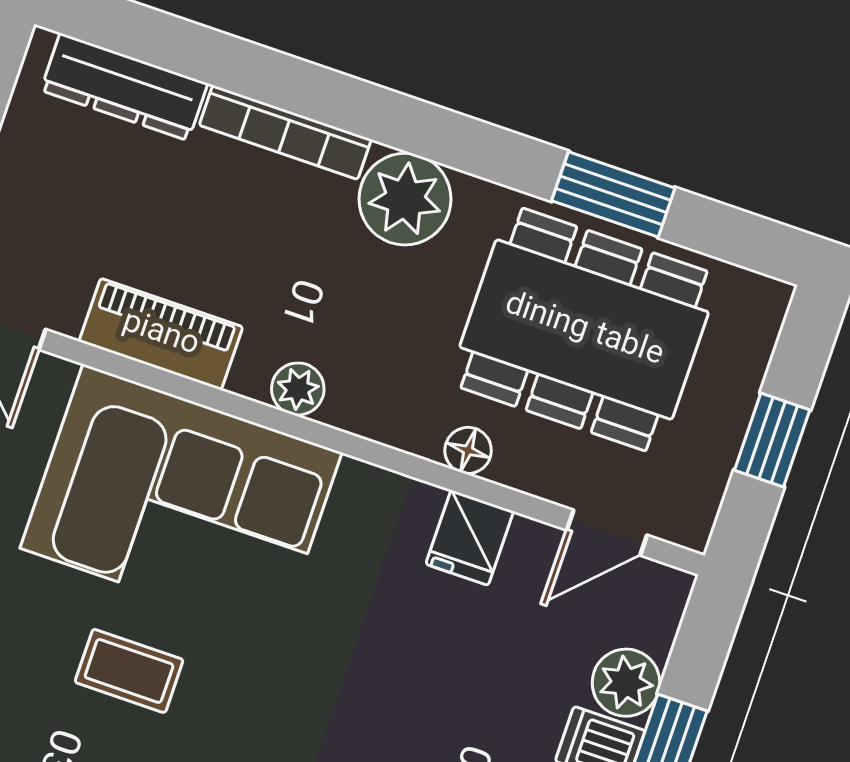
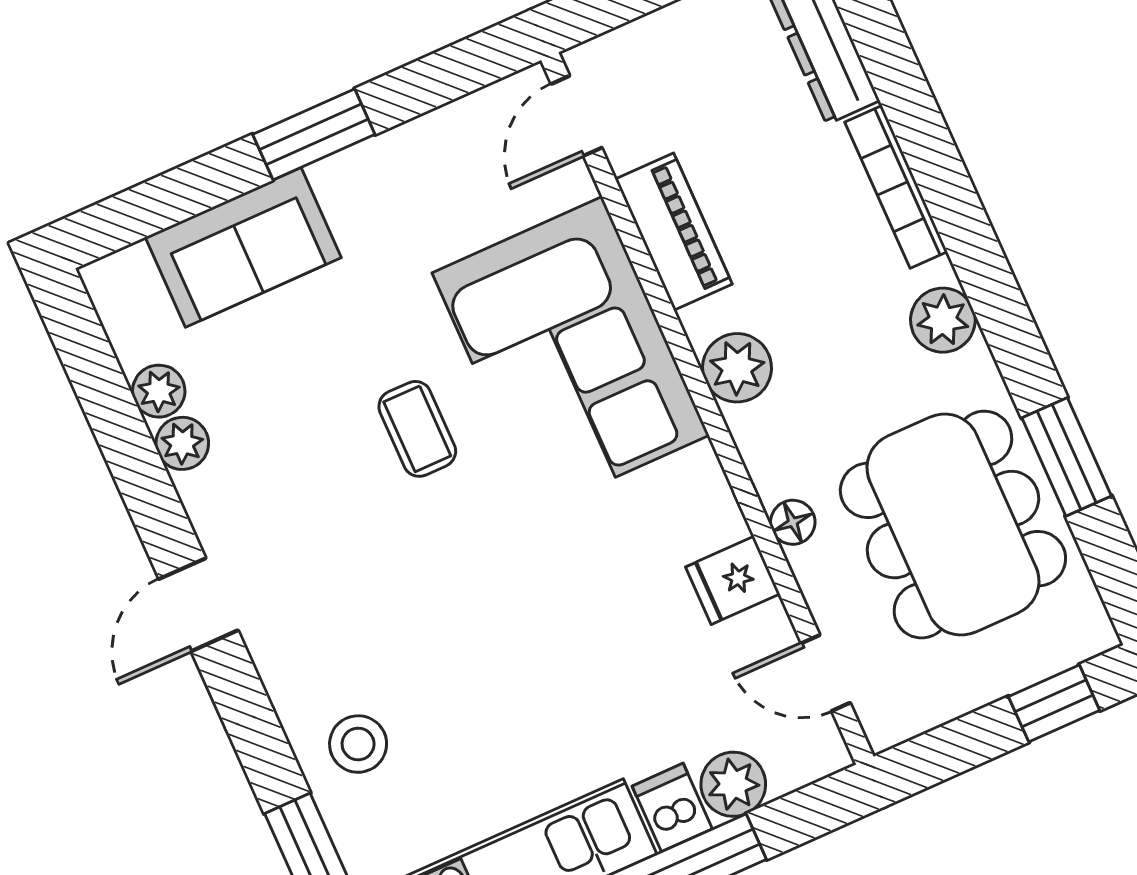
plant: (405, 199) -> (943, 320), width x0.73, depth x0.73
plant: (298, 389) -> (737, 368), width x1.38, depth x1.38
window: (772, 440) -> (1054, 703), moved

